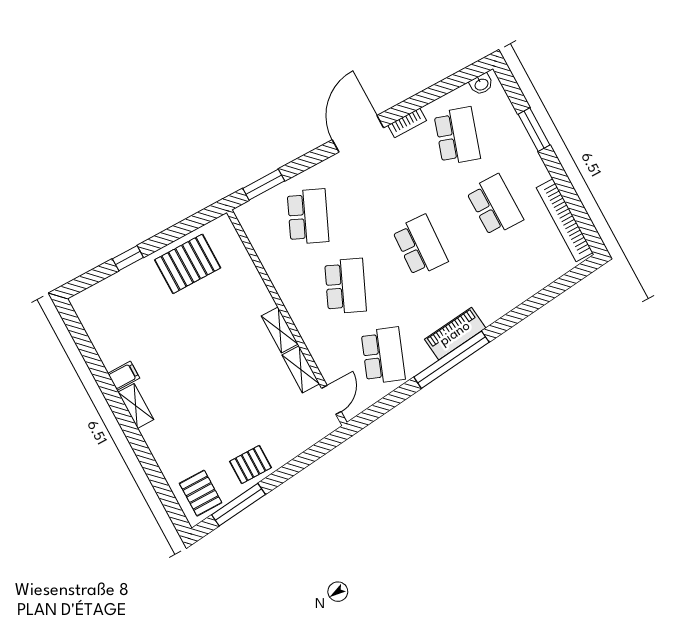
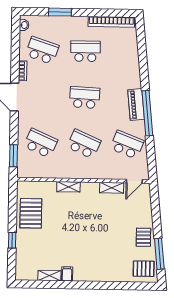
shelving: (280, 330) -> (68, 187), moved
door: (331, 400) -> (134, 181), swing flipped
shelving: (136, 406) -> (49, 276), moved

